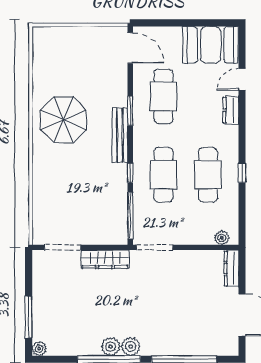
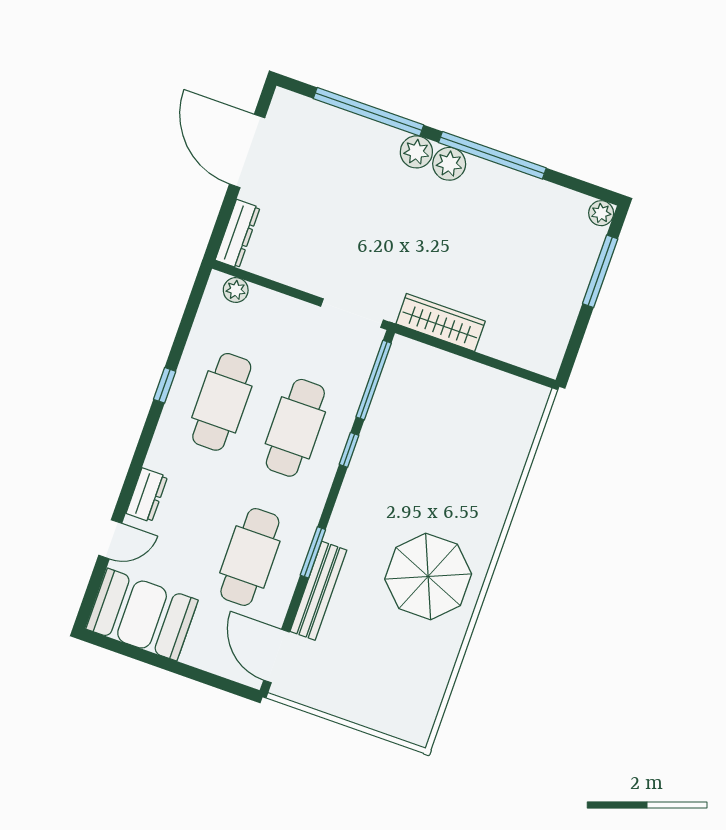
bench: (120, 135) -> (318, 591), moved
doorway: (62, 247) -> (504, 367), removed
plant: (111, 347) -> (416, 152), moved

